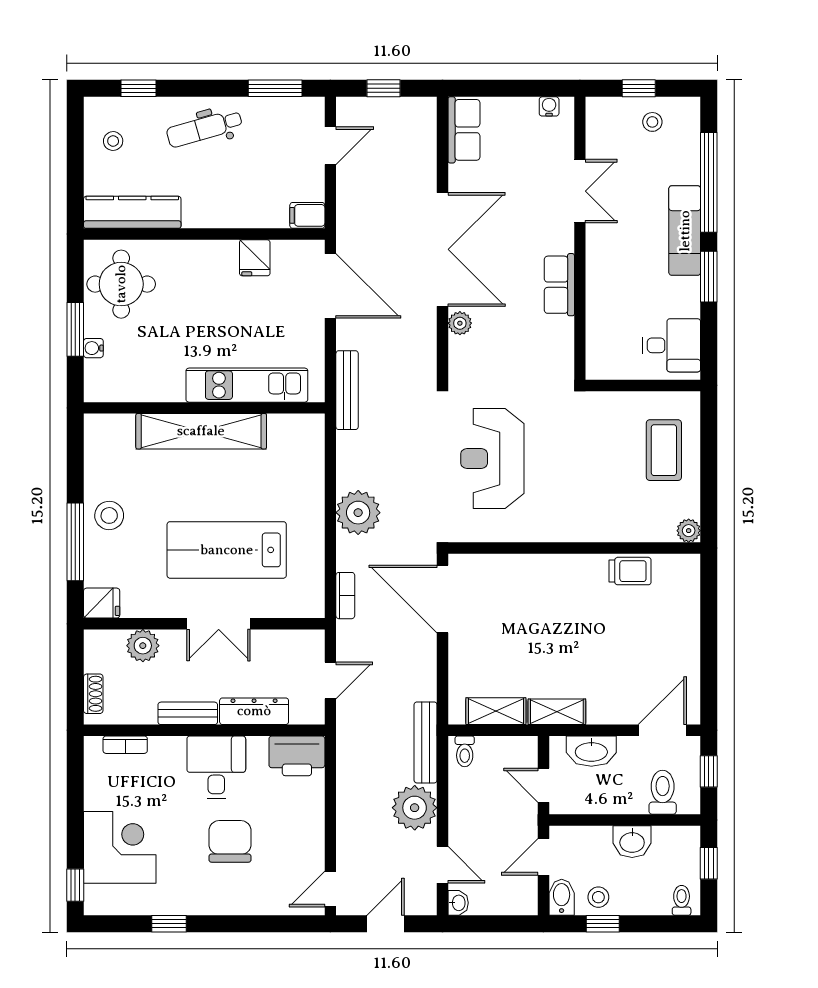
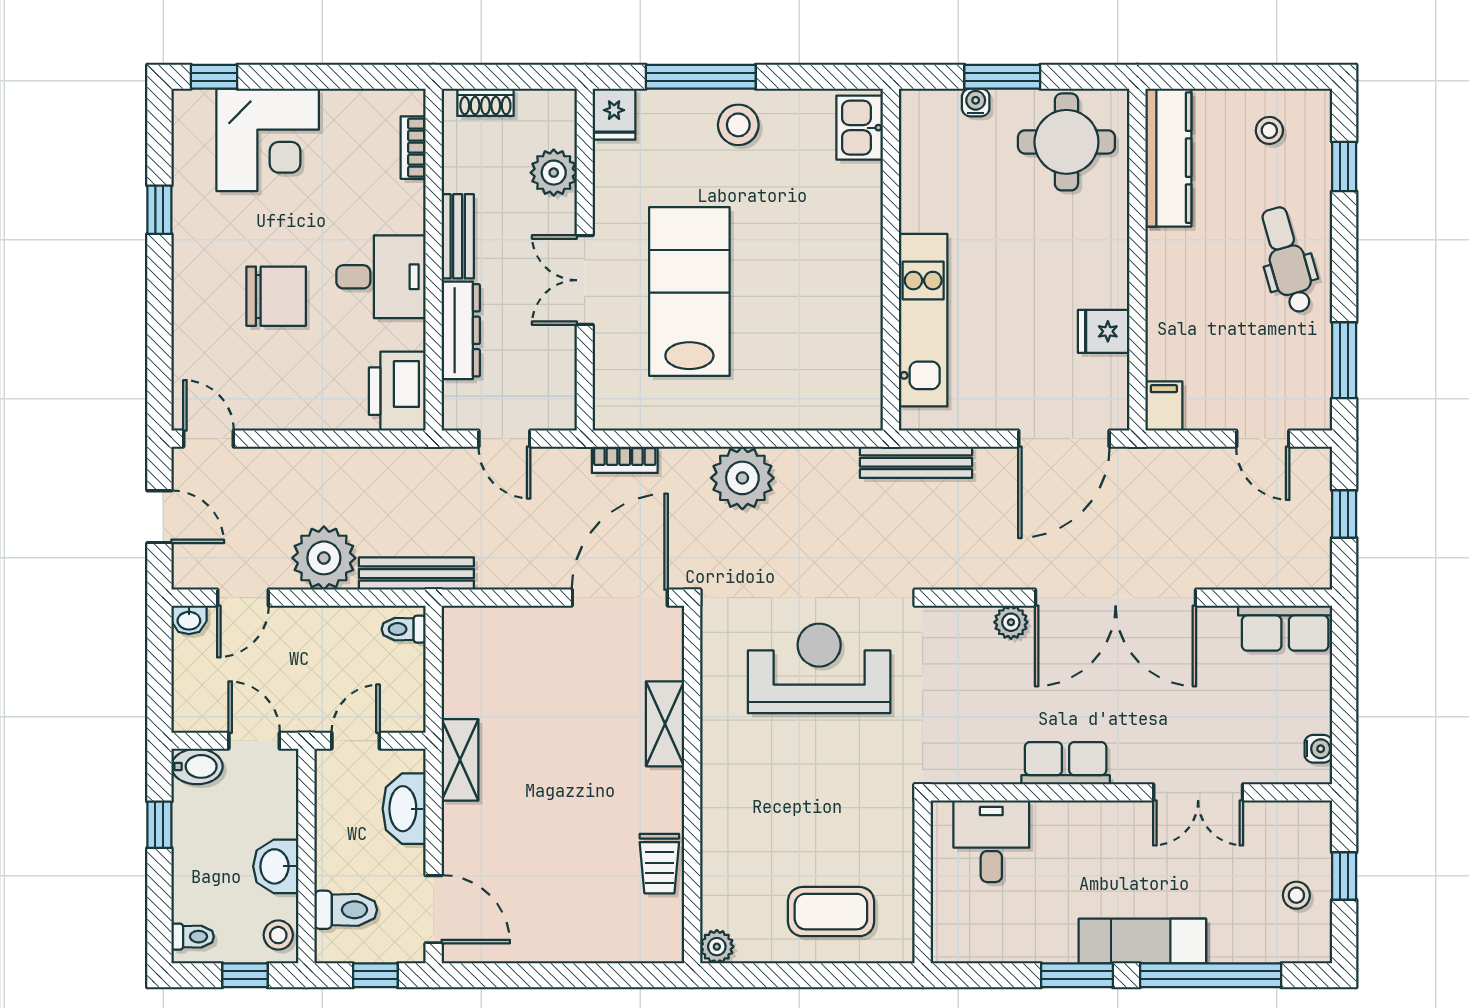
desk: (672, 345) -> (991, 841), moved, turned 180
kitchen sink: (111, 430) -> (860, 128), added
shelving: (201, 431) -> (858, 255), removed
shelving: (496, 711) -> (665, 724), moved
stool: (598, 897) -> (278, 935), moved

